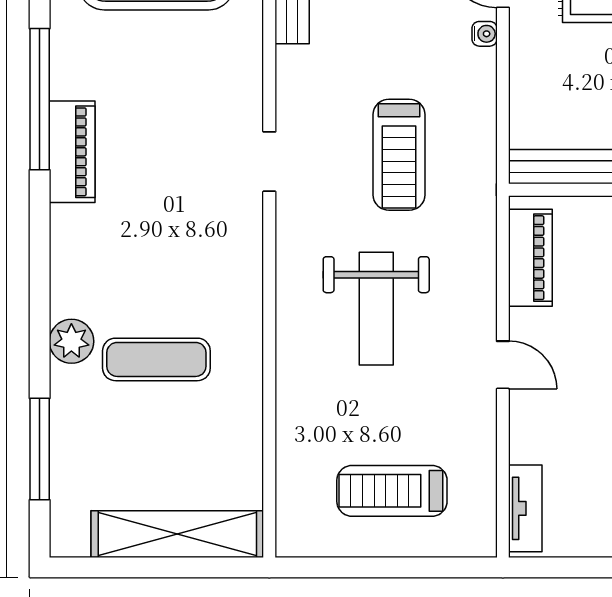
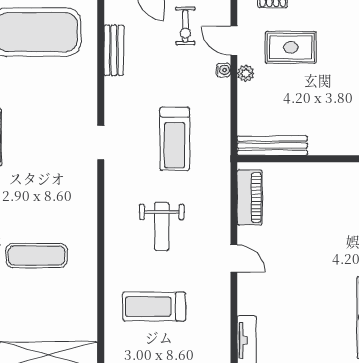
plant: (524, 40) -> (246, 74), added
weight bench: (376, 309) -> (162, 226), width x0.73, depth x0.75
treadmill: (392, 491) -> (154, 307), moved

